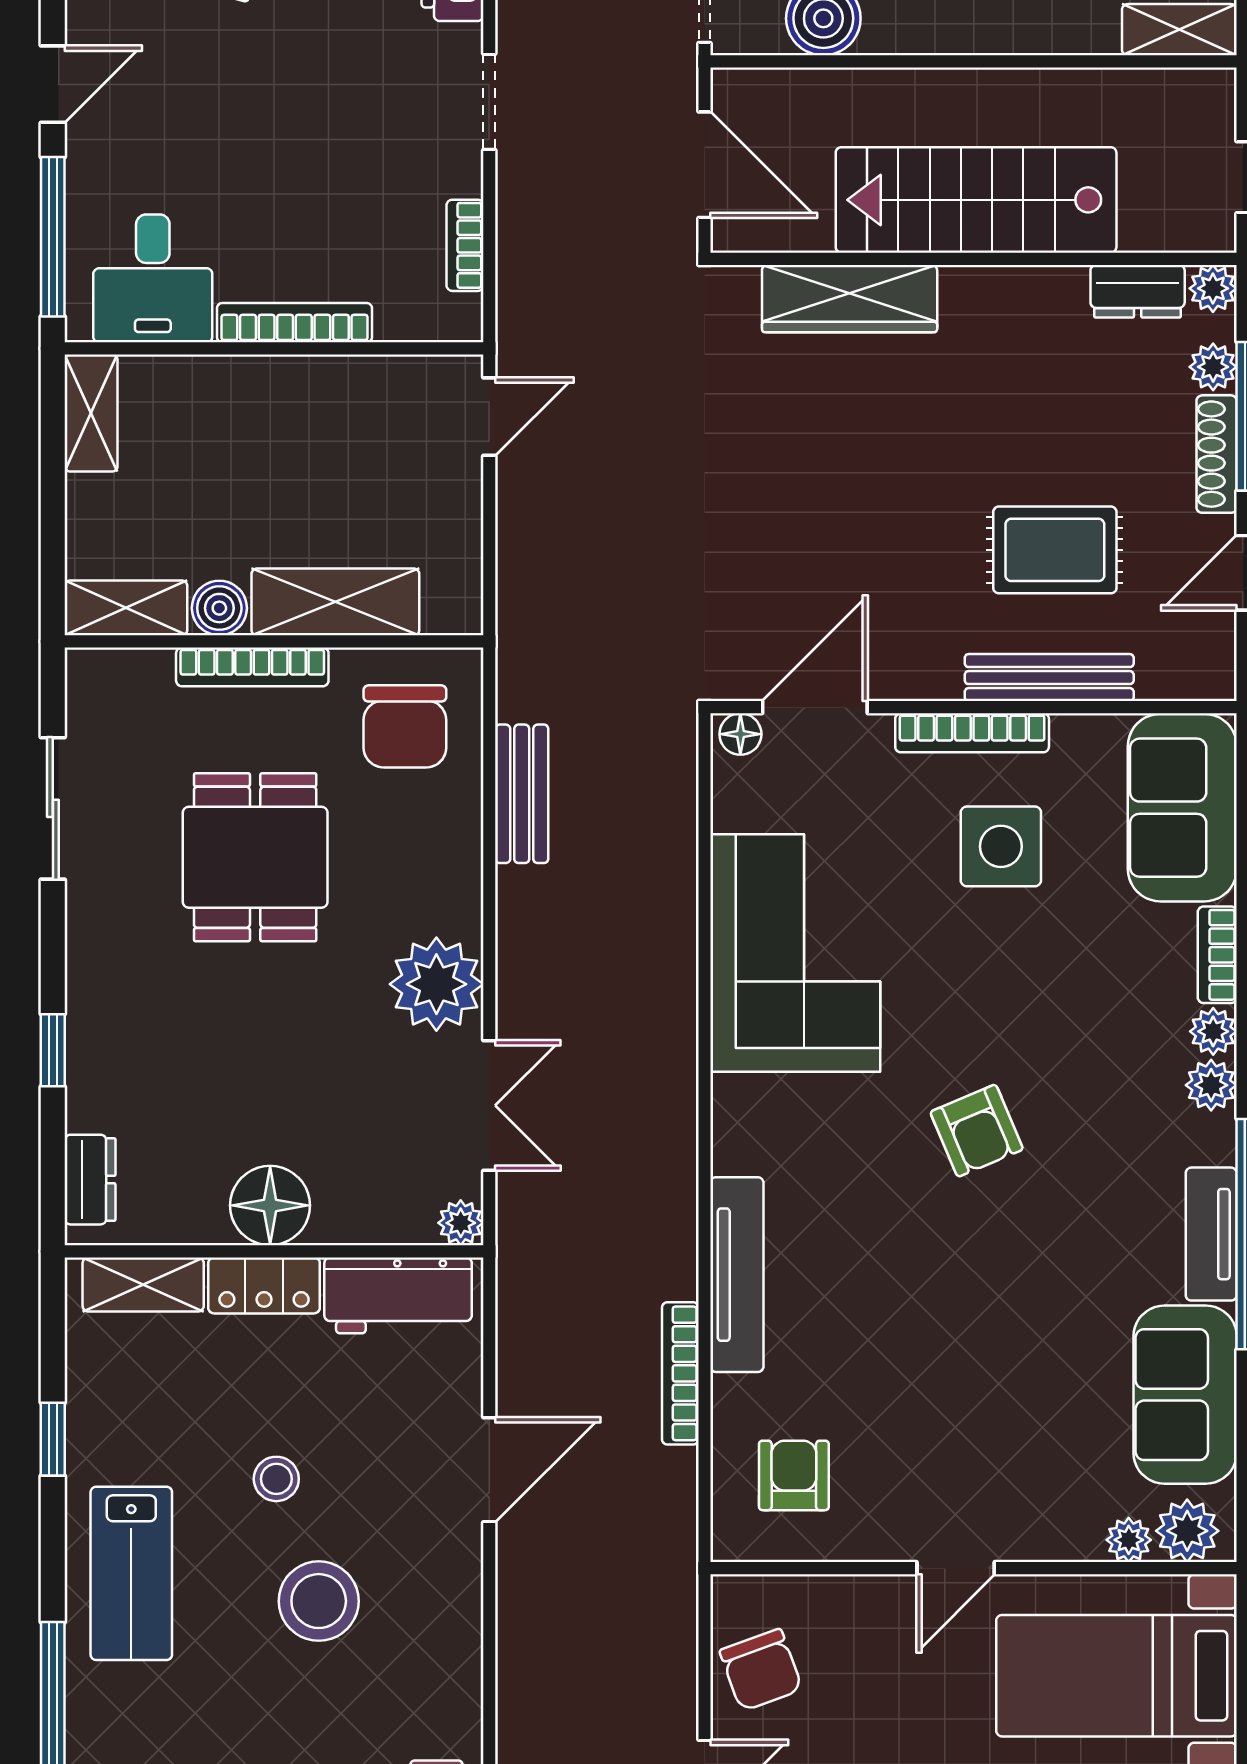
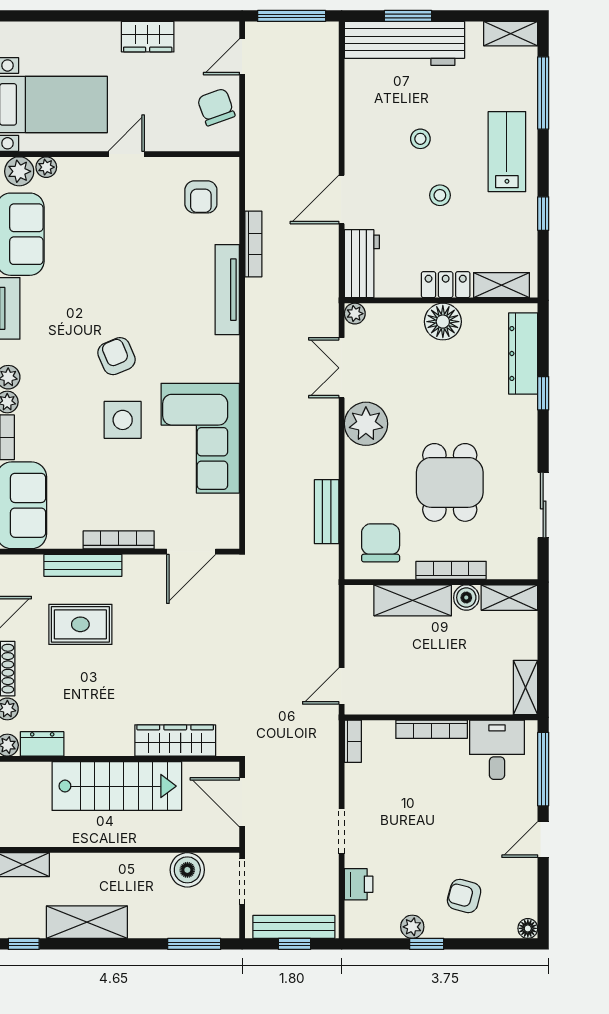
bookcase: (465, 245) -> (353, 741), moved
floor lamp: (740, 734) -> (226, 539), removed
side table: (1001, 846) -> (123, 420), moved
dresser: (90, 1180) -> (523, 353), width x1.96, depth x1.24
workbench: (398, 1295) -> (362, 264), moved, turned 90
stool: (319, 1601) -> (420, 139), width x0.53, depth x0.53

